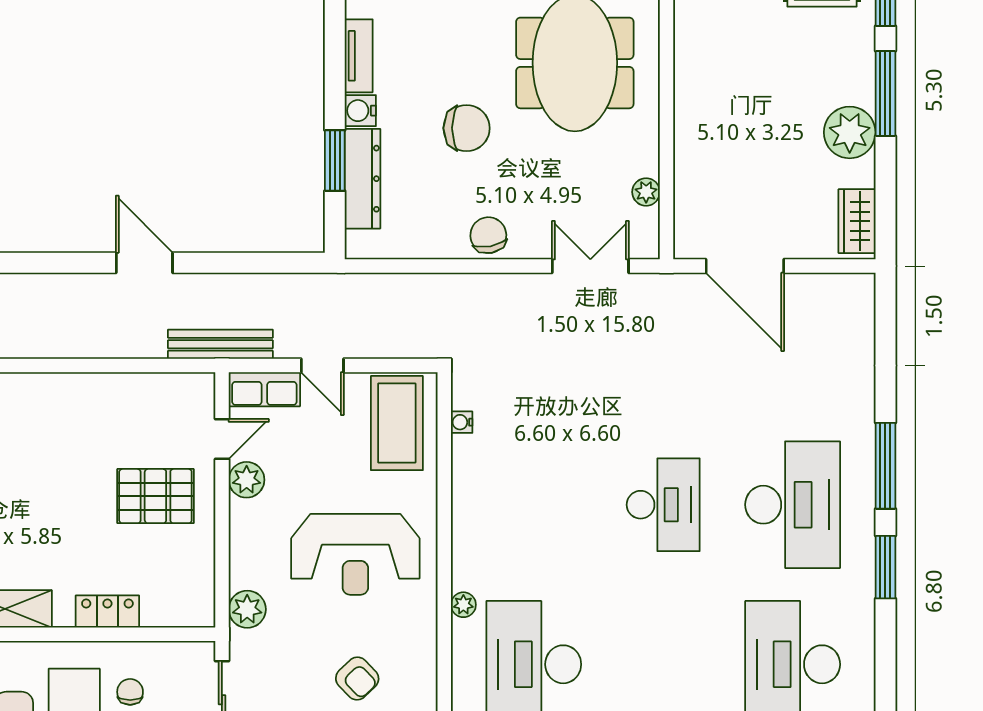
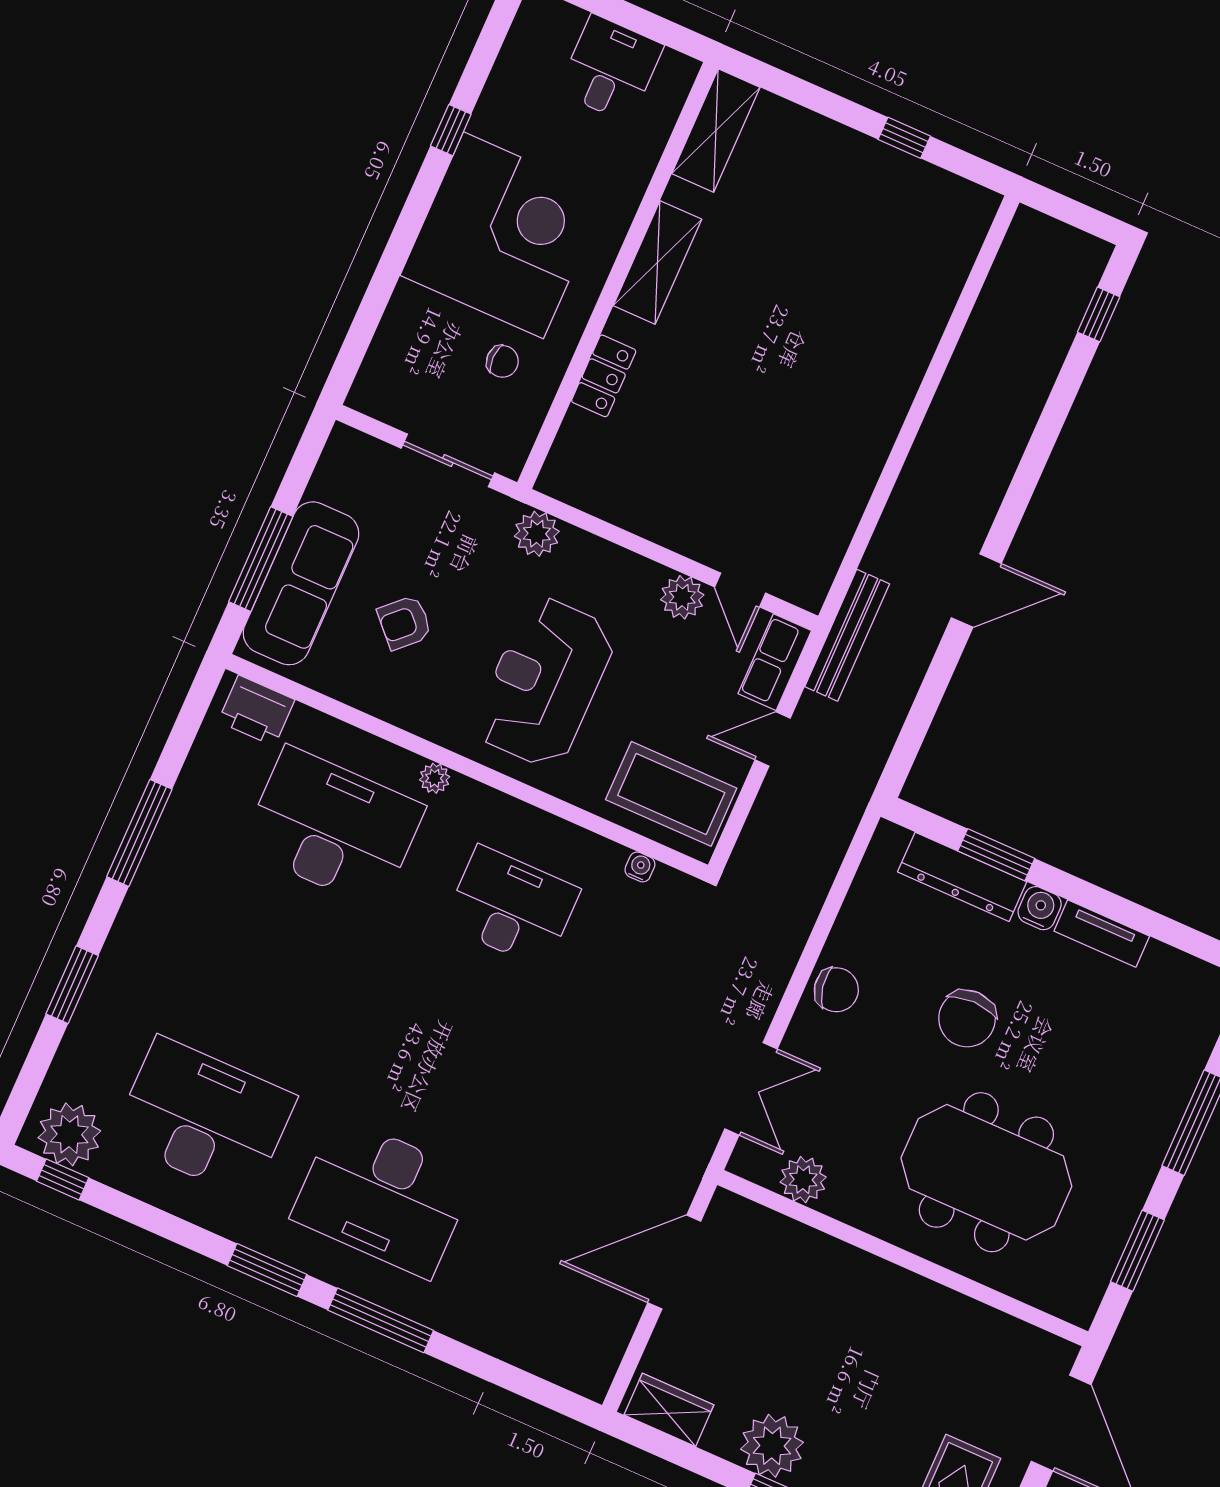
plant: (646, 192) -> (803, 1180), width x1.38, depth x1.38
pallet: (155, 496) -> (709, 487), removed
desk: (663, 505) -> (512, 907), moved, turned 180

